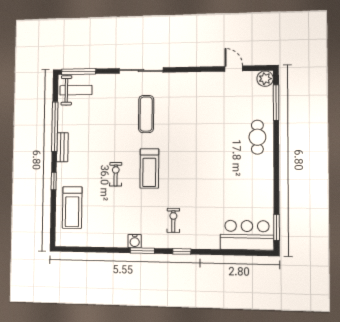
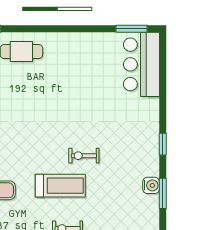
exercise bike: (173, 220) -> (84, 156), moved
water cooler: (135, 241) -> (151, 185), moved

